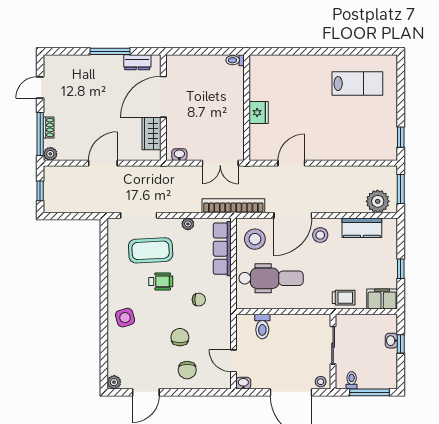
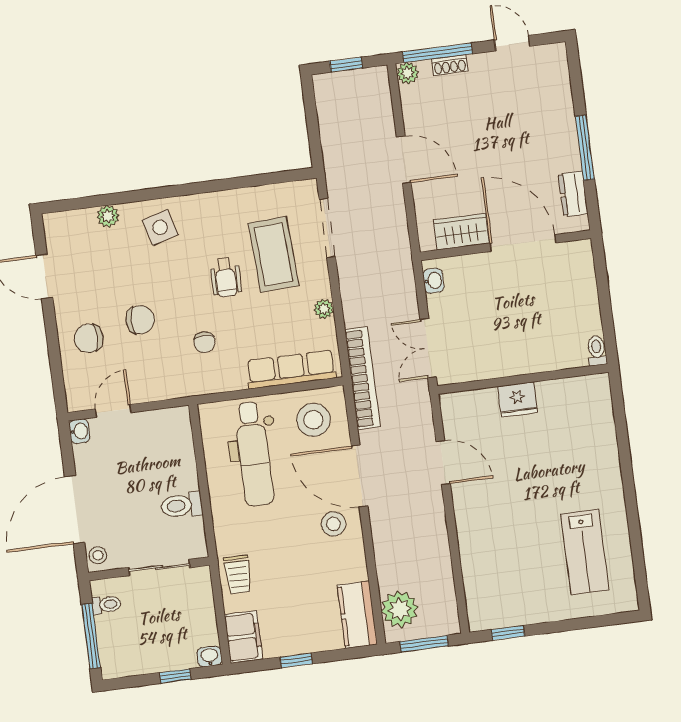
kitchen counter: (362, 228) -> (357, 615), moved
toilet: (262, 326) -> (182, 505), moved
washbasin: (391, 341) -> (209, 656), moved
plant: (114, 382) -> (108, 216), moved

